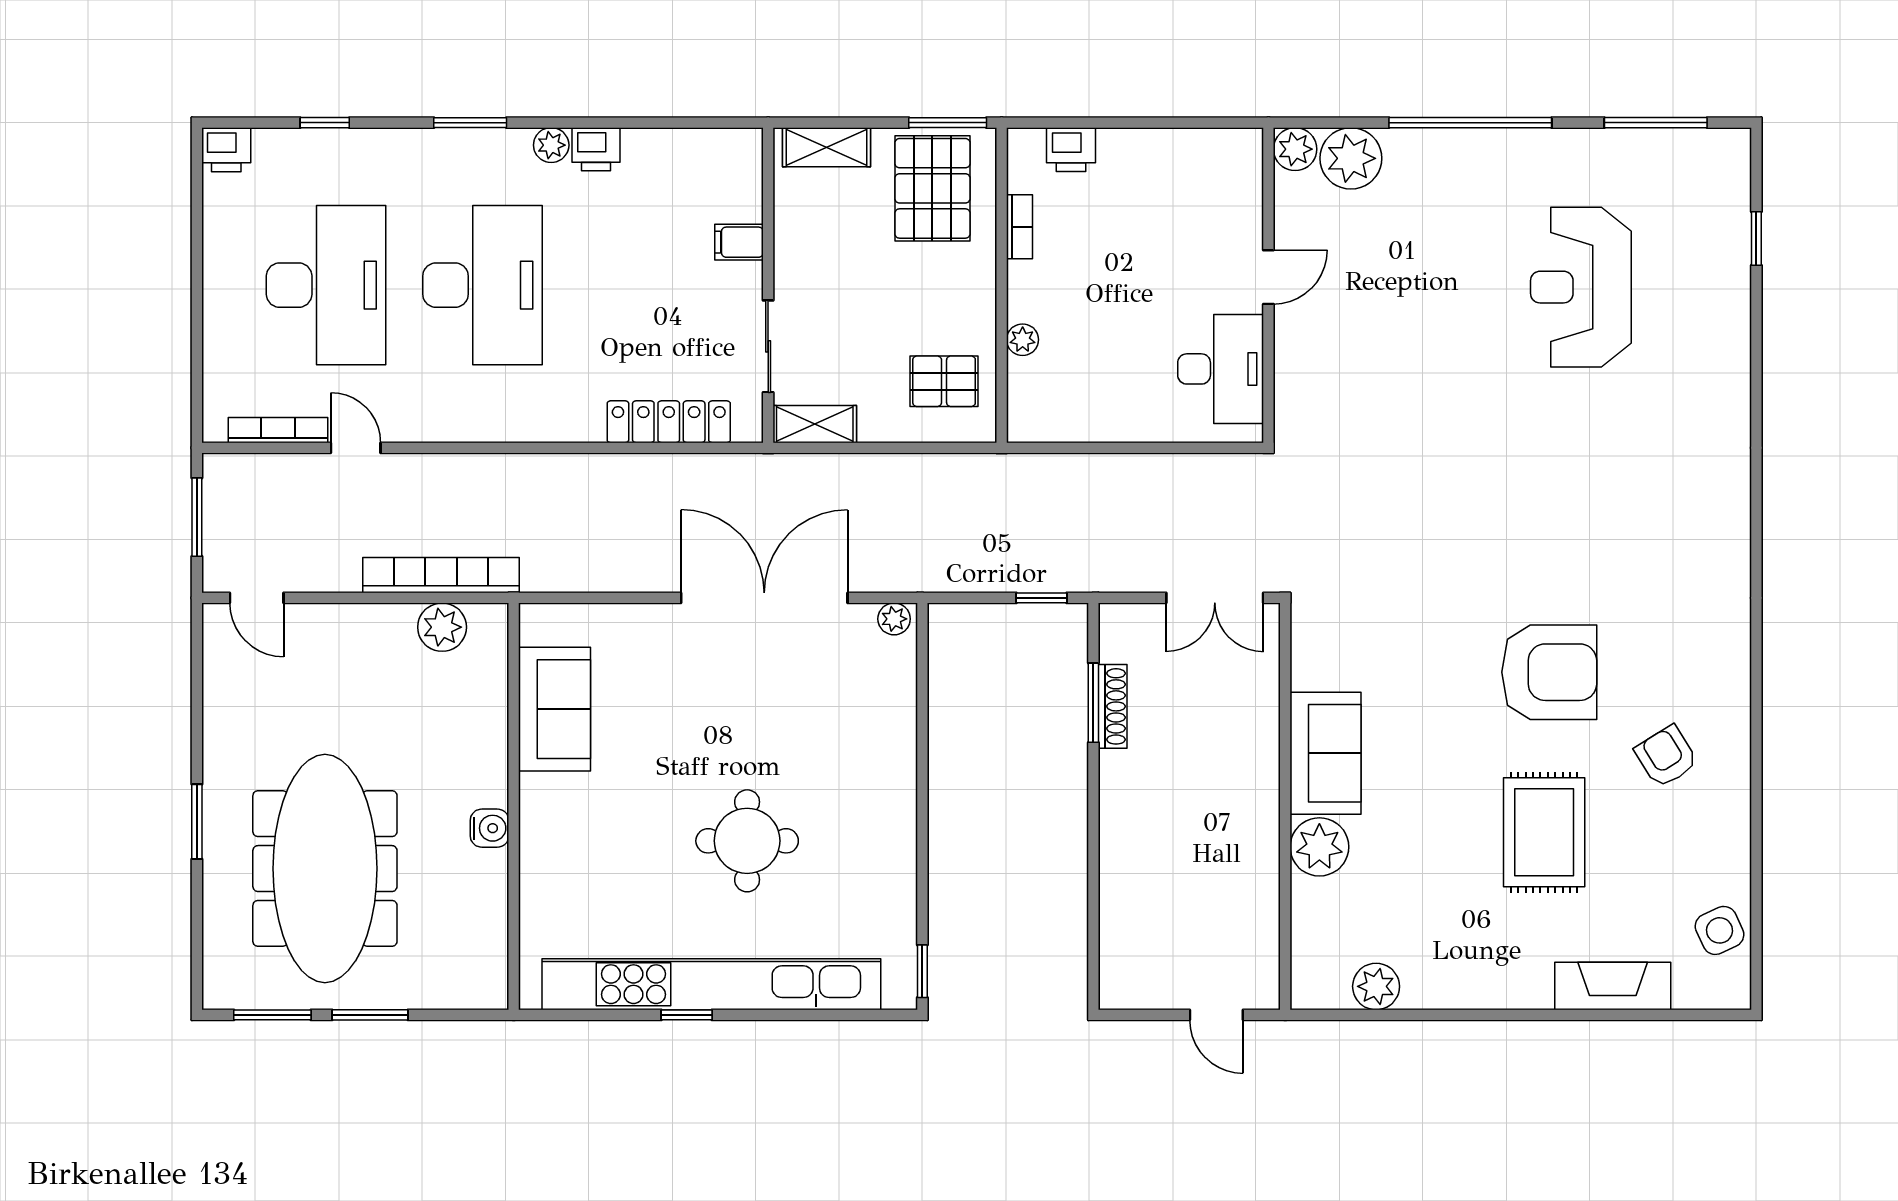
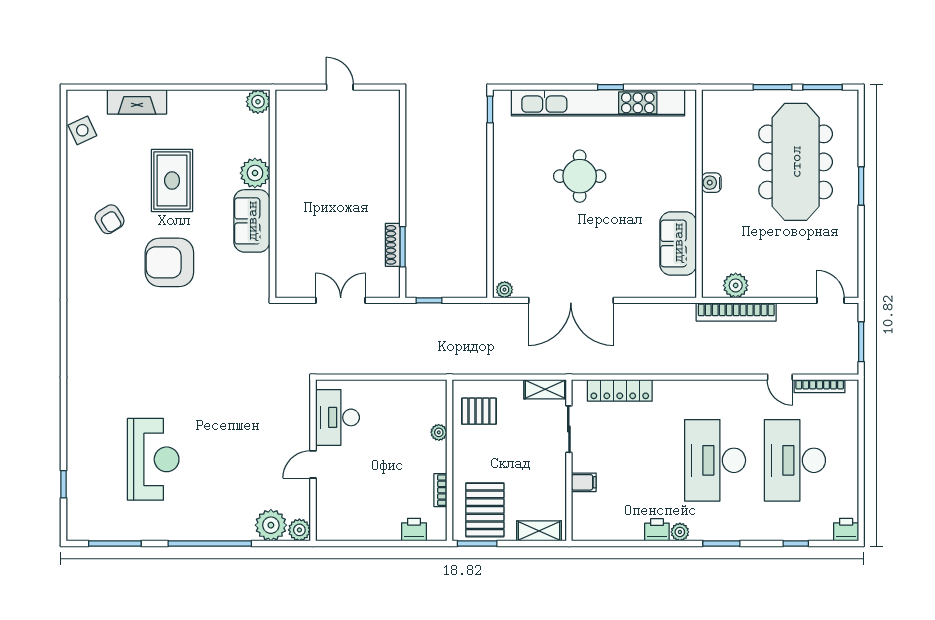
sofa: (1326, 753) -> (252, 221), moved
wall: (1285, 806) -> (272, 194), moved
plant: (1319, 847) -> (255, 173), moved

